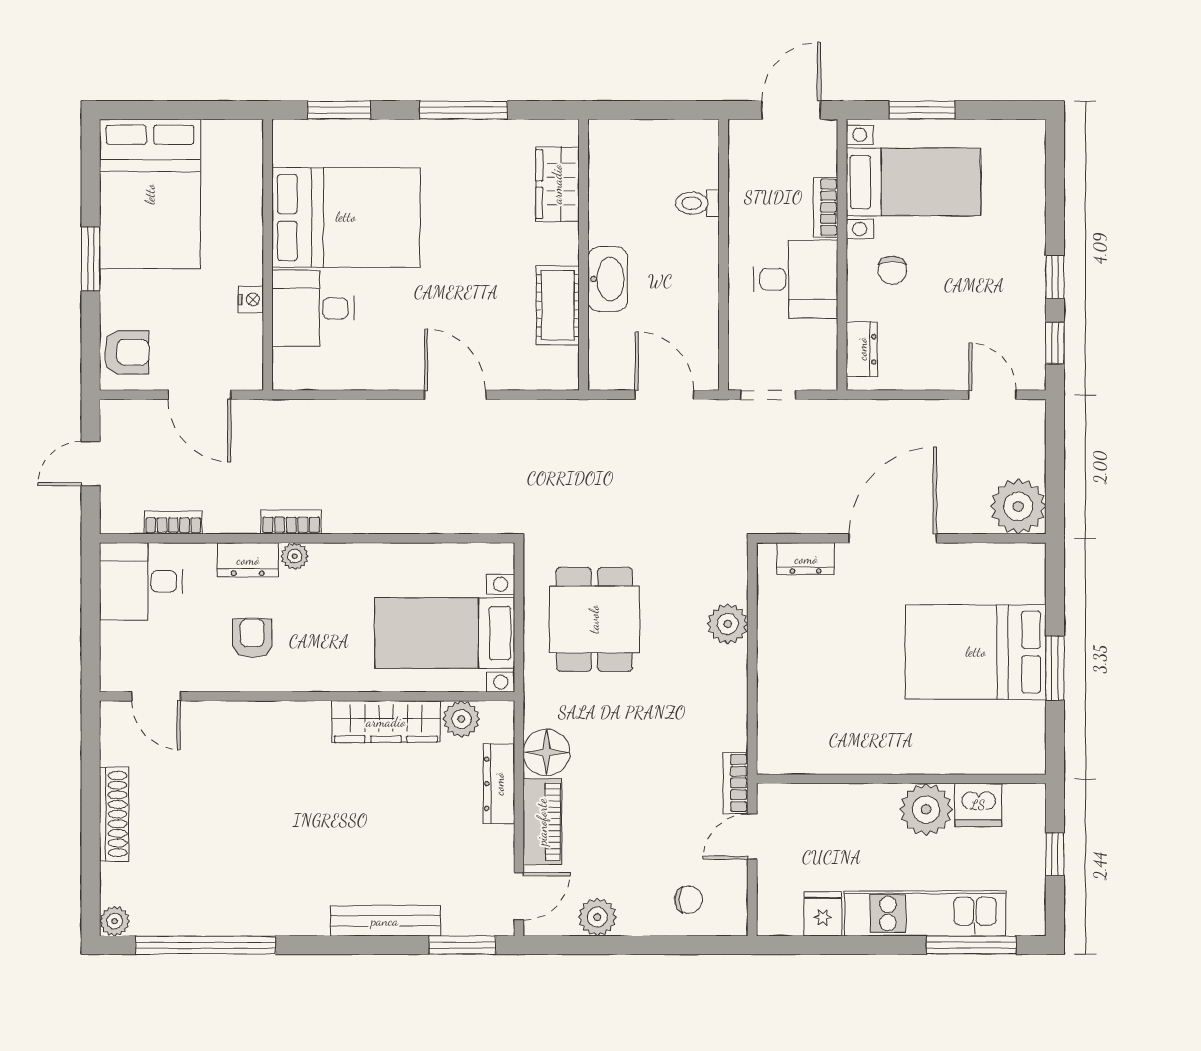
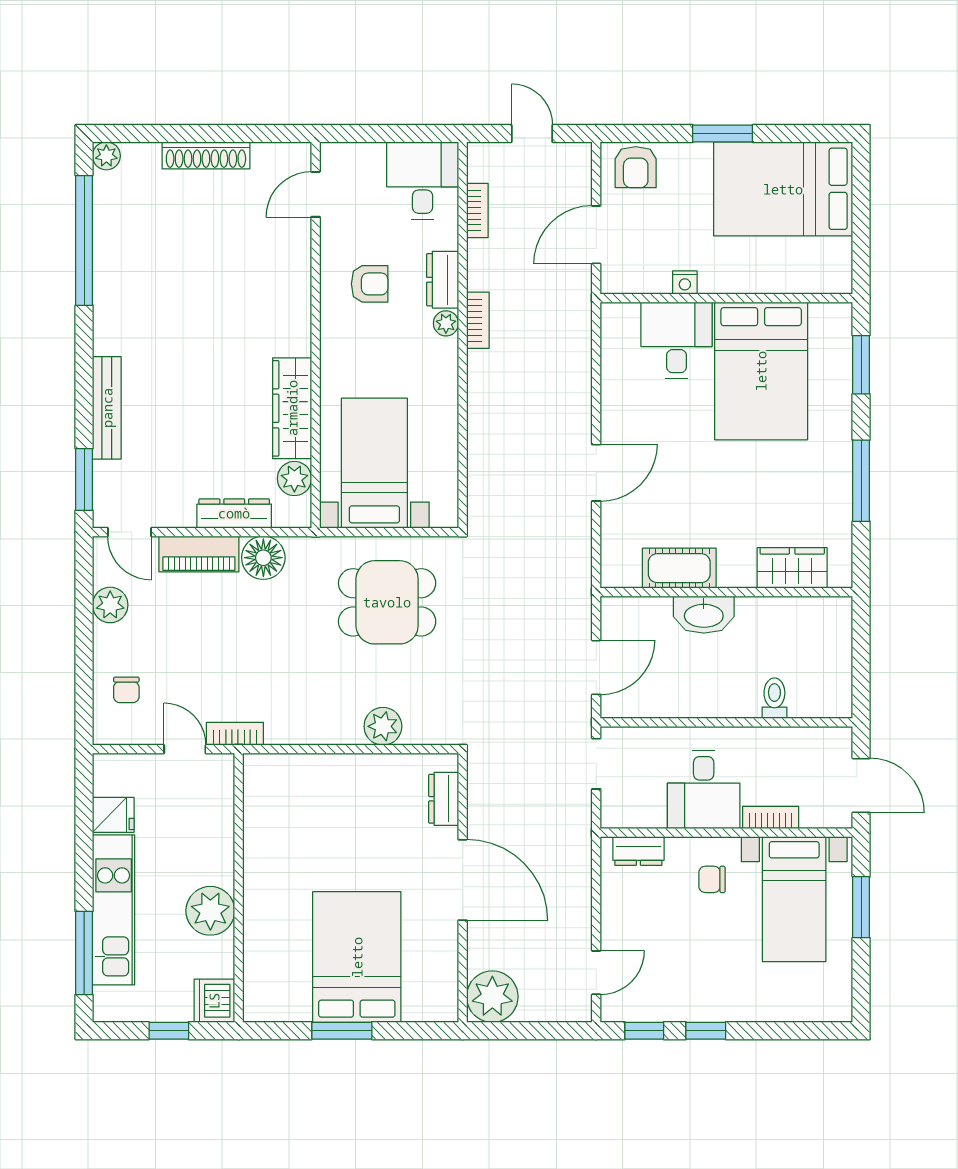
dishwasher: (978, 805) -> (214, 1001), moved

